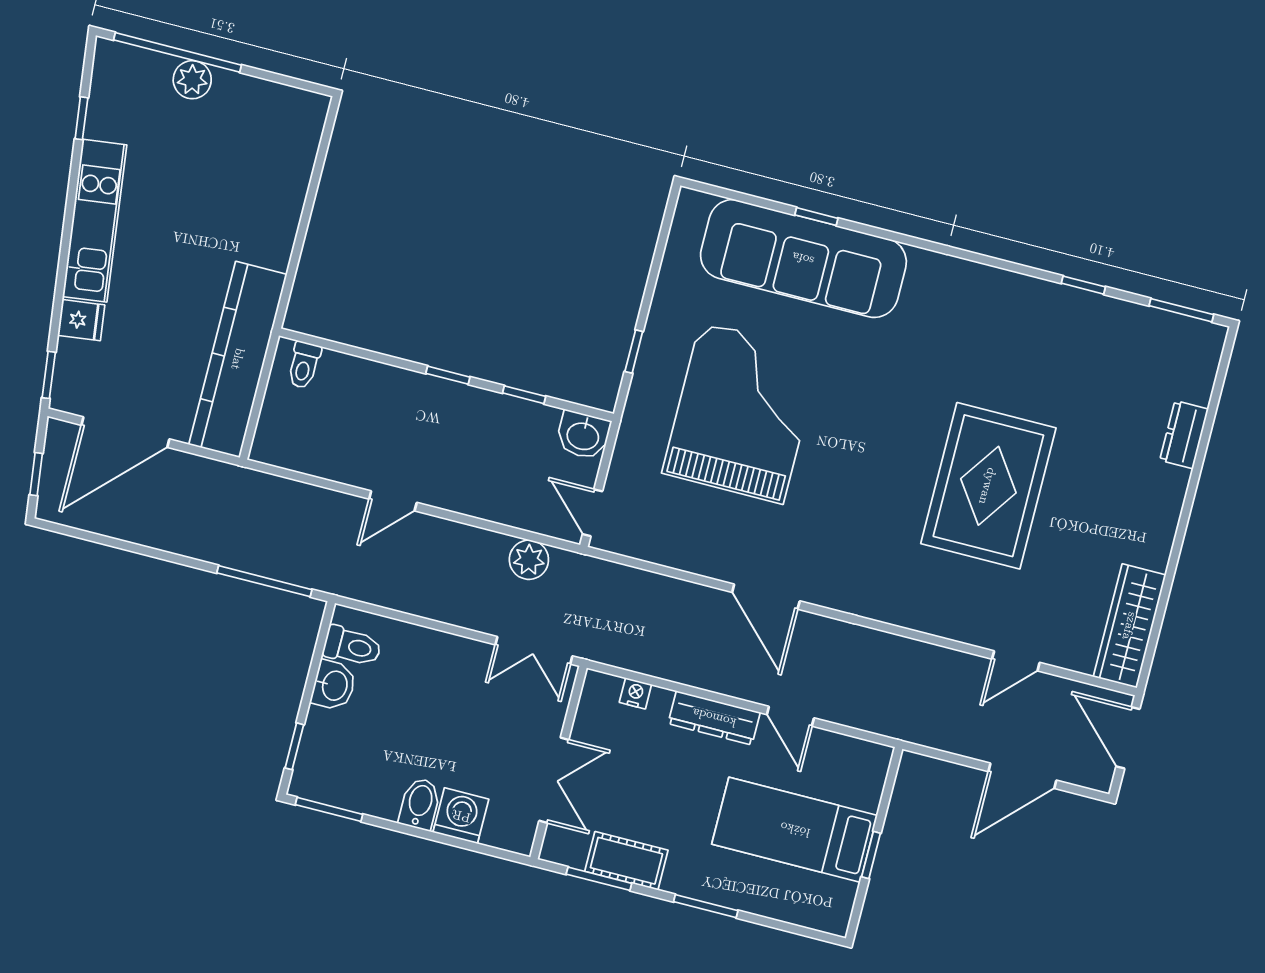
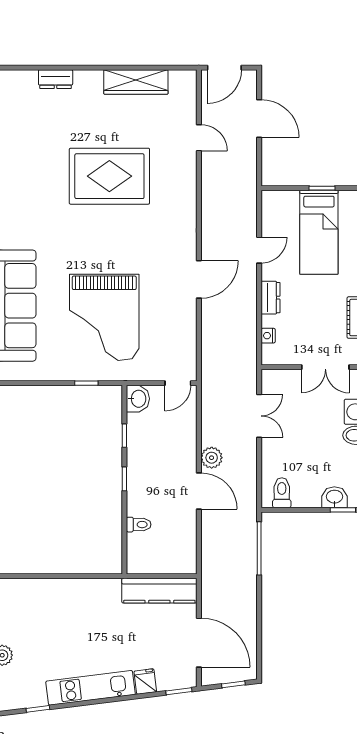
kitchen counter: (238, 359) -> (159, 591), width x0.72, depth x0.86
toilet: (304, 365) -> (139, 525), moved
grand piano: (742, 413) -> (104, 317), turned -90
door: (393, 501) -> (199, 491), width x1.38
plant: (529, 560) -> (212, 458), moved
wardrobe: (1130, 626) -> (136, 82), moved
double door: (534, 650) -> (259, 416), moved
washbasin: (334, 685) -> (334, 497), moved
dresser: (714, 718) -> (270, 298), width x0.70
double door: (554, 780) -> (325, 367), swing flipped

